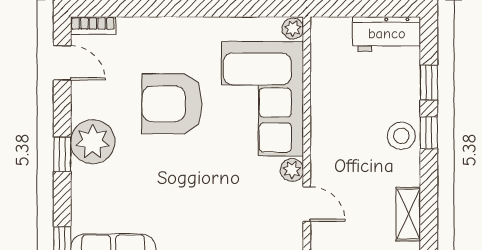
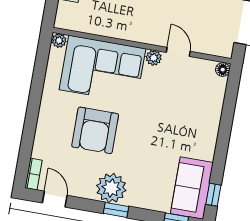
door: (62, 63) -> (55, 199), hinge flipped
door: (307, 204) -> (178, 52), hinge flipped

